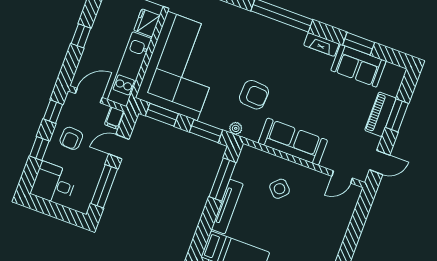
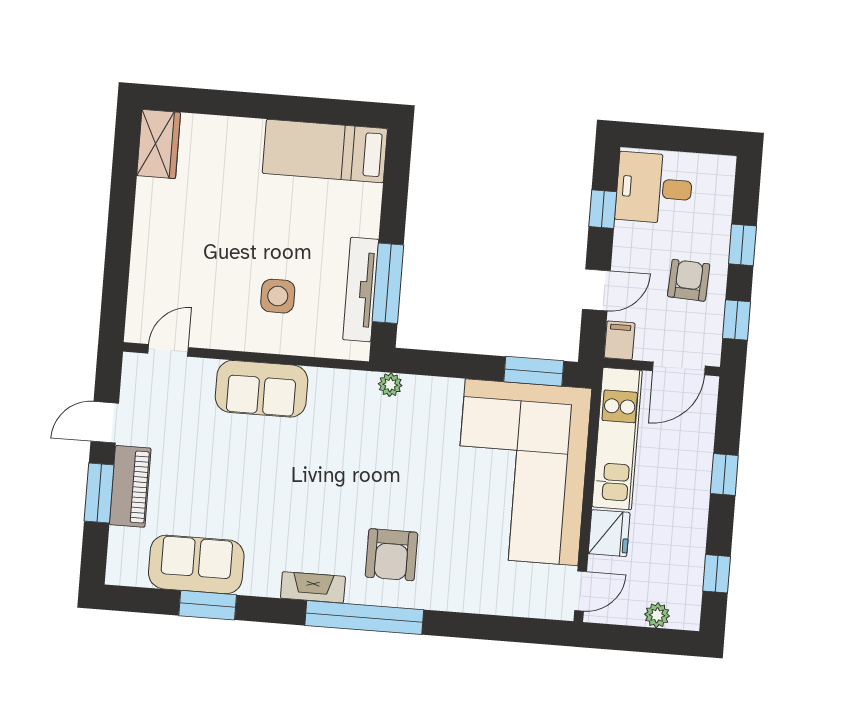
fireplace: (321, 44) -> (313, 587), moved
armchair: (254, 95) -> (392, 555), moved, turned -93
window: (206, 131) -> (444, 364), removed
sofa: (293, 142) -> (261, 389), width x0.73
door: (380, 162) -> (105, 422), moved
desk: (54, 184) -> (654, 188), moved, turned 180
window: (104, 186) -> (603, 209), width x0.46
side table: (280, 189) -> (278, 296), turned 45
tv unit: (227, 207) -> (361, 289), moved

